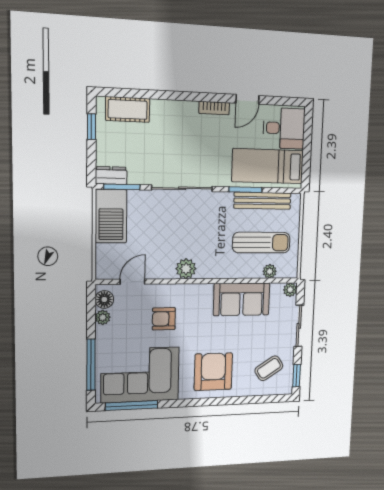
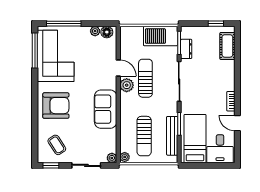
dresser: (111, 175) -> (186, 49), moved
sun lounger: (176, 240) -> (145, 78), added
plant: (270, 271) -> (125, 157), moved
door: (132, 282) -> (118, 68), moved
sofa: (242, 299) -> (106, 109), moved
armchair: (164, 319) -> (93, 71), removed

